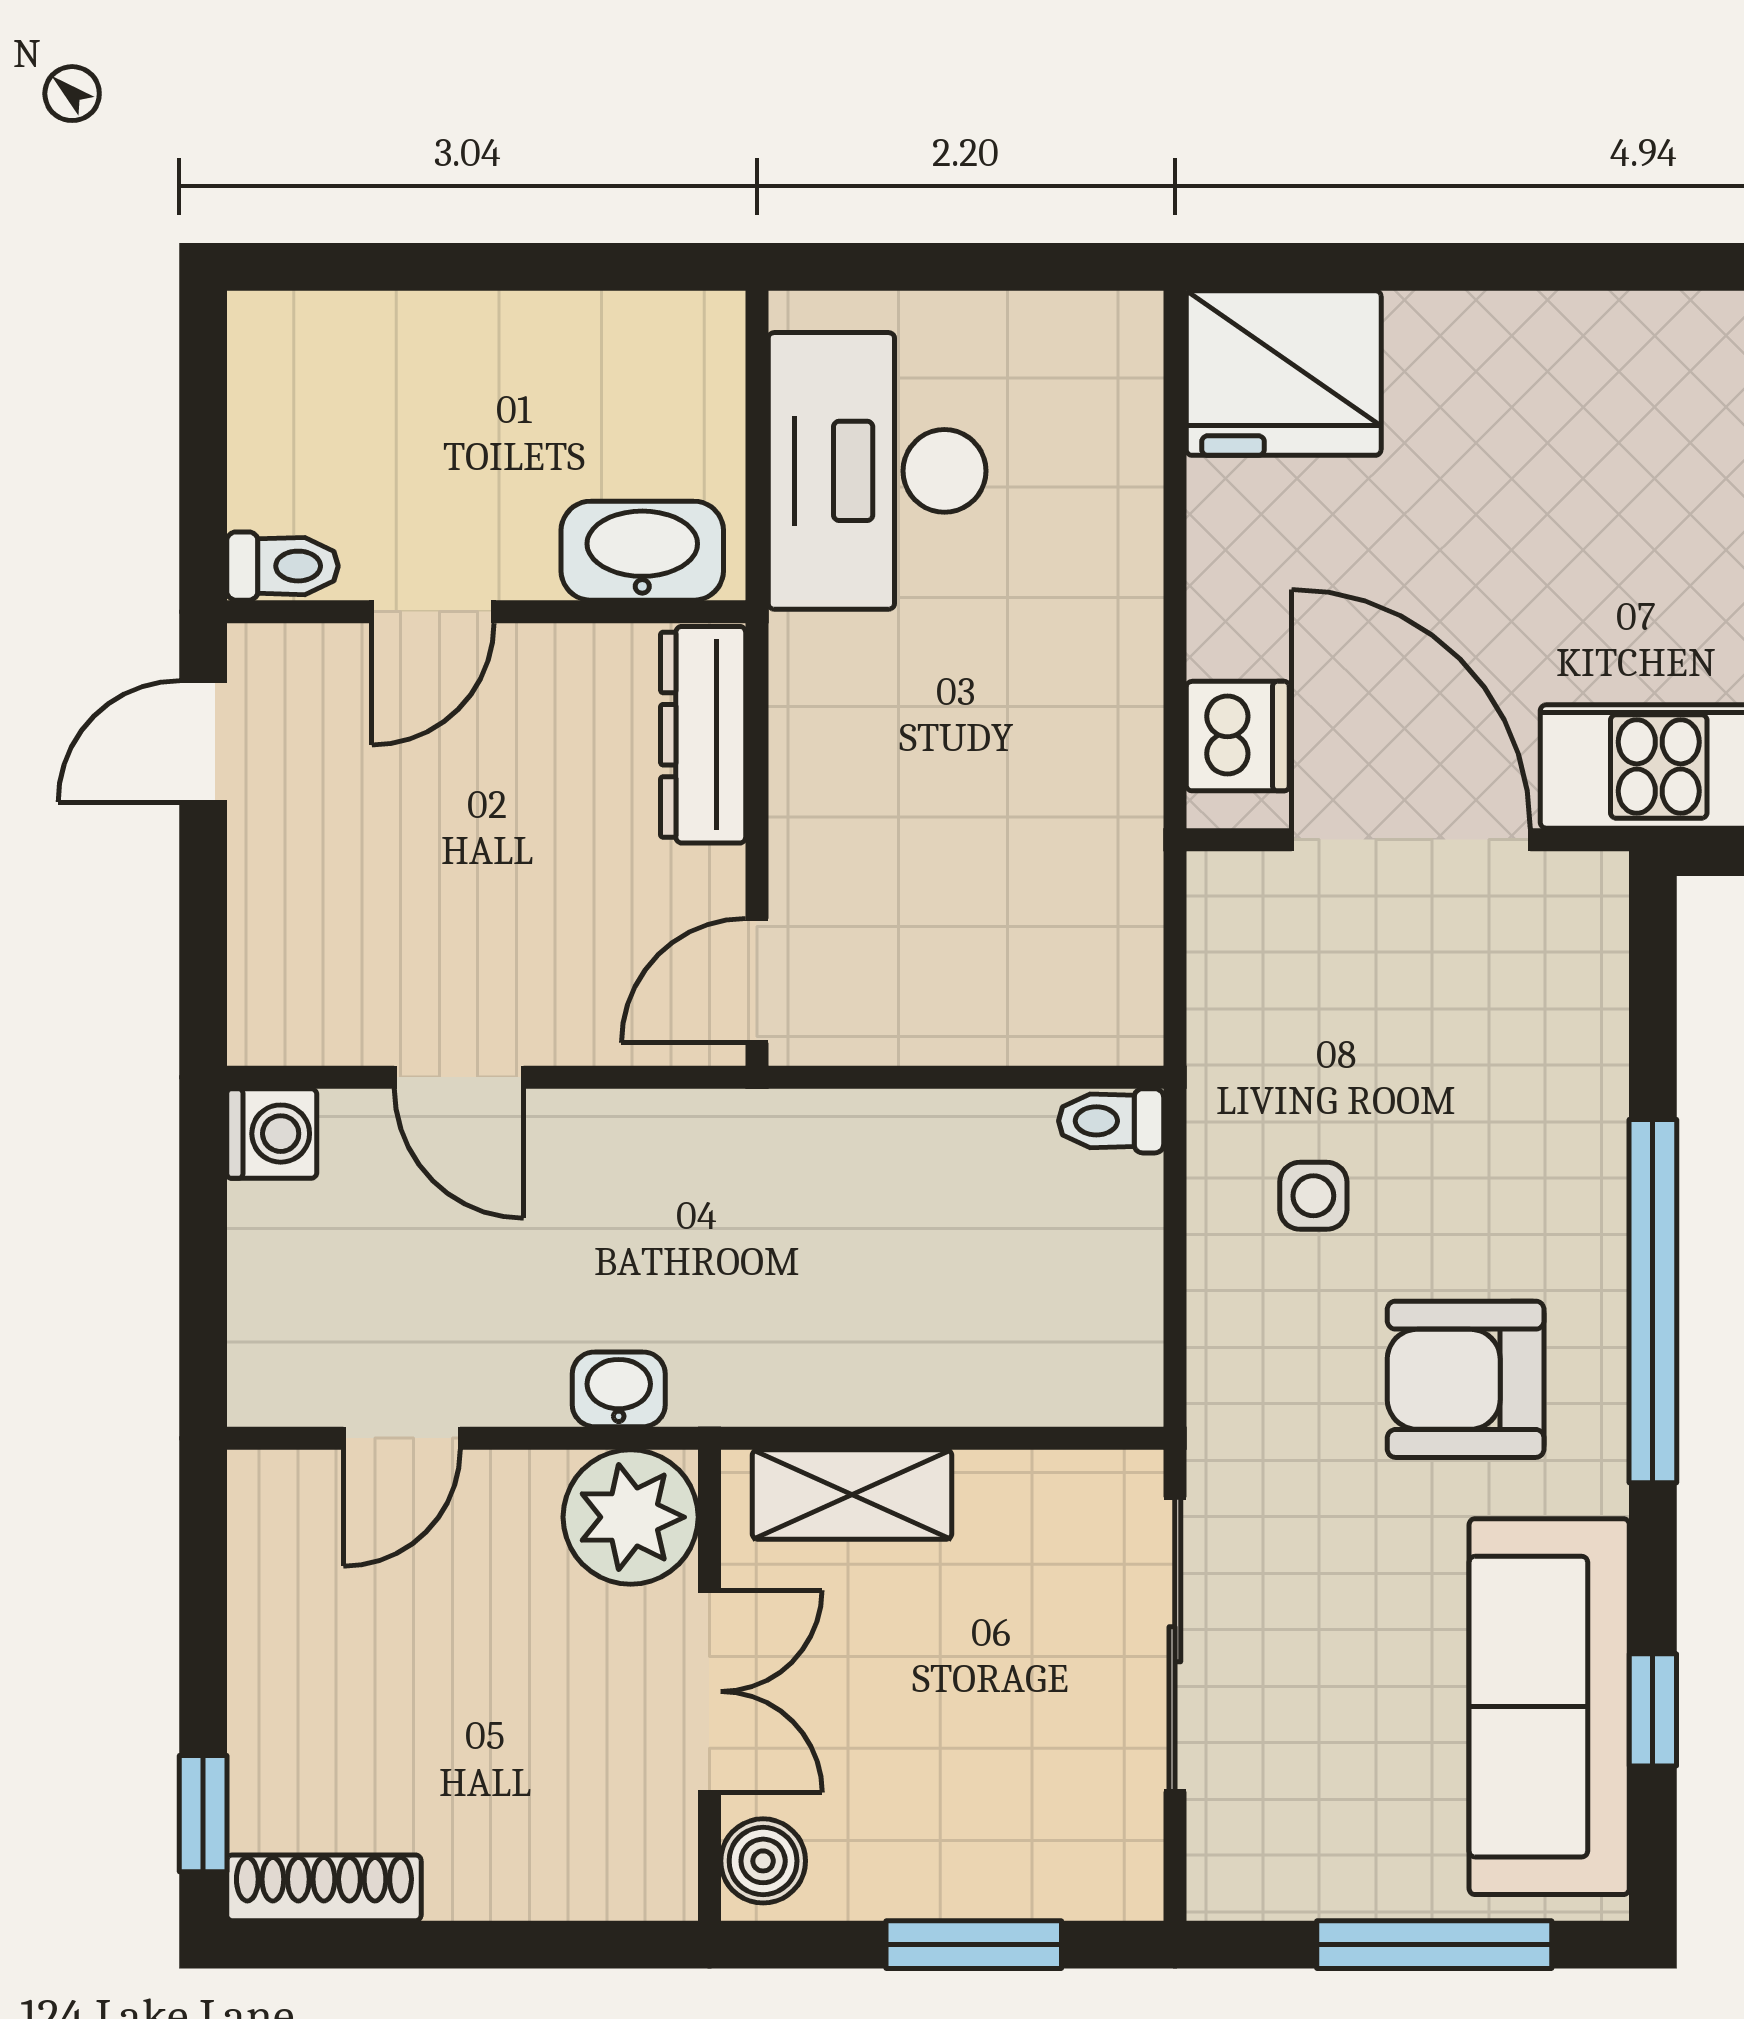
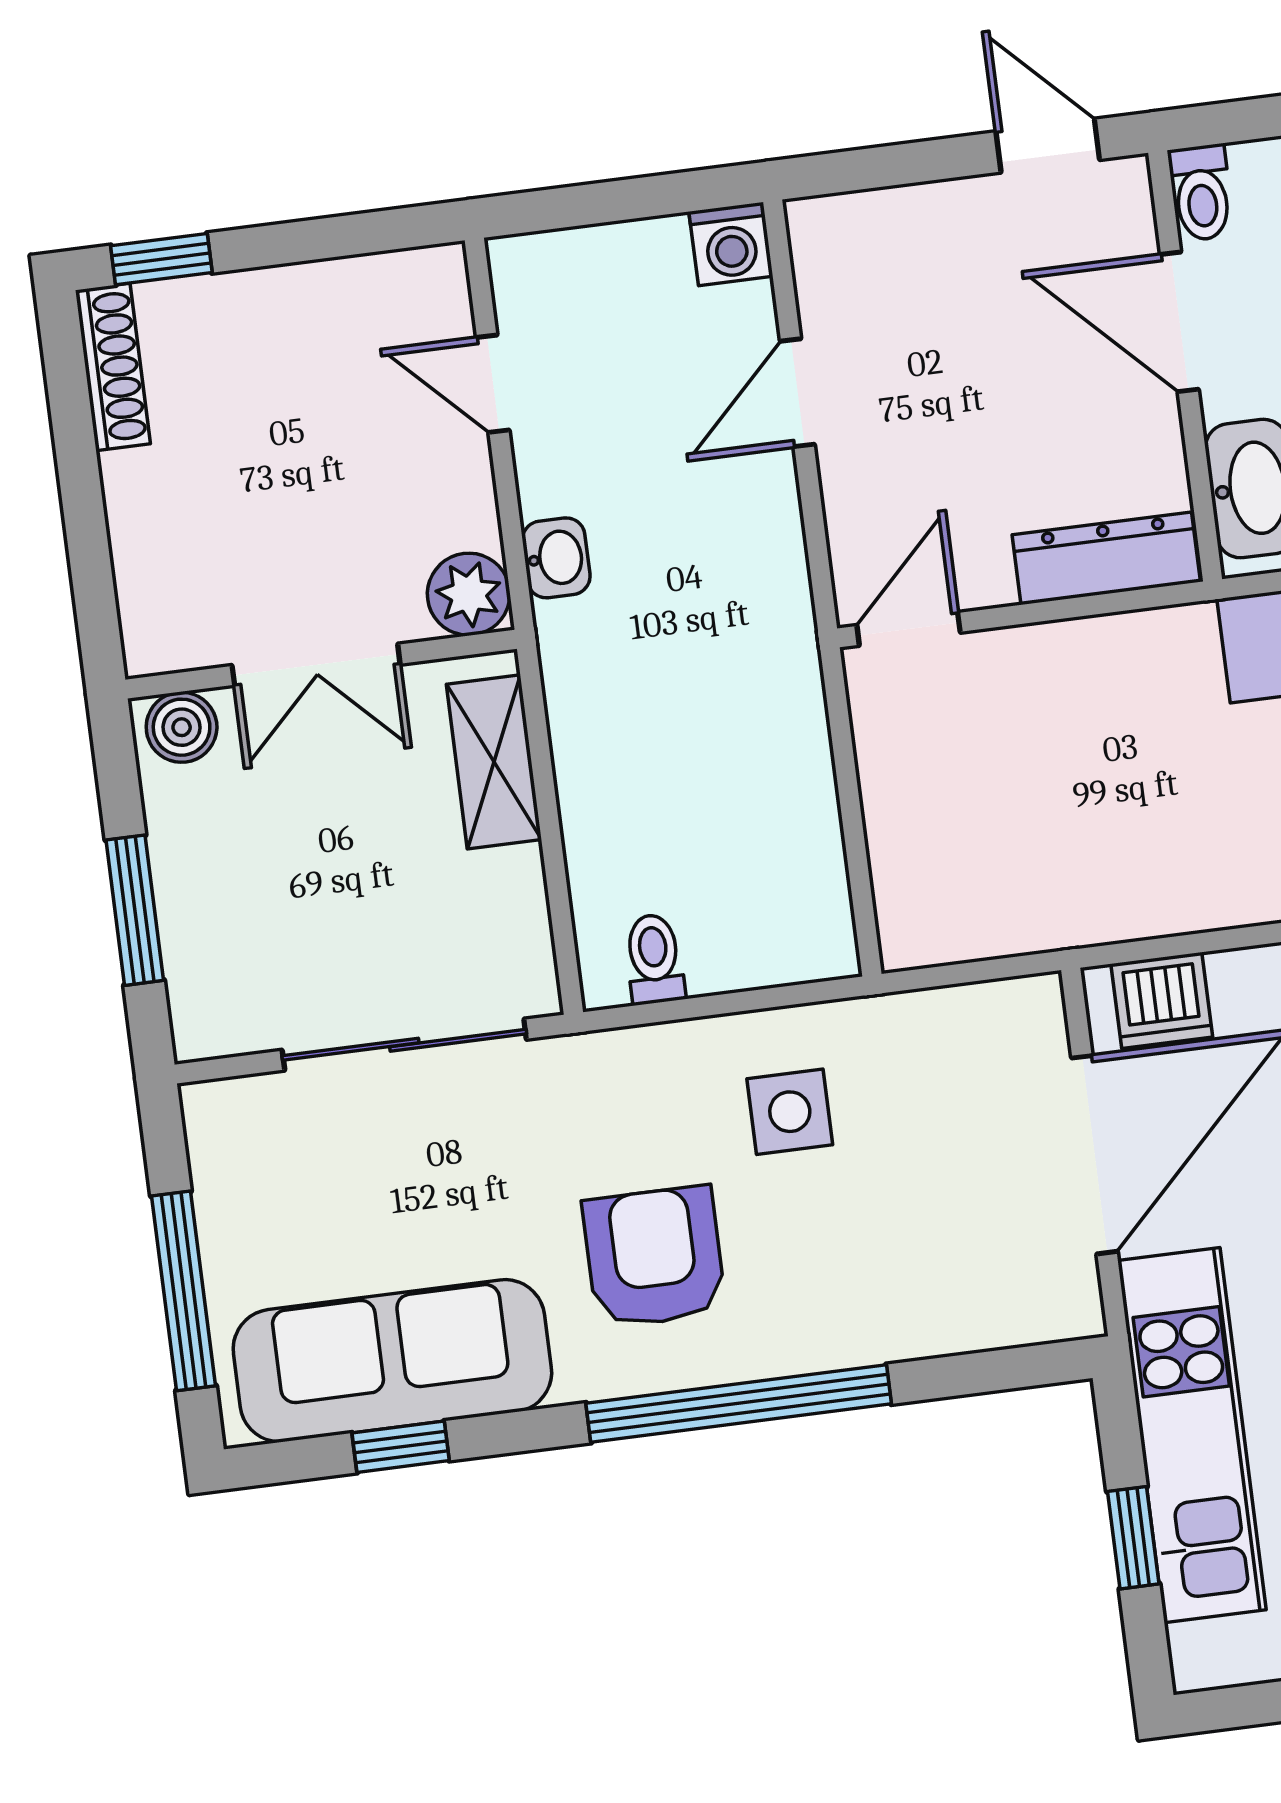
door: (433, 612) -> (1179, 322), width x1.38
door: (757, 981) -> (909, 629), hinge flipped
toilet: (1111, 1121) -> (654, 959), moved
side table: (1313, 1196) -> (790, 1112), width x1.37, depth x1.37
plant: (631, 1517) -> (469, 594), width x0.73, depth x0.73

